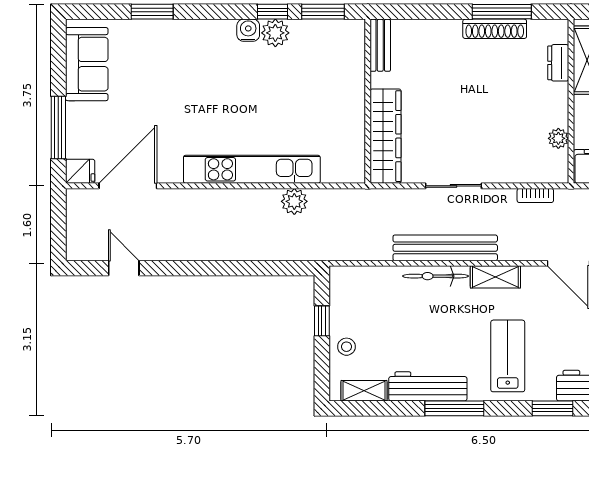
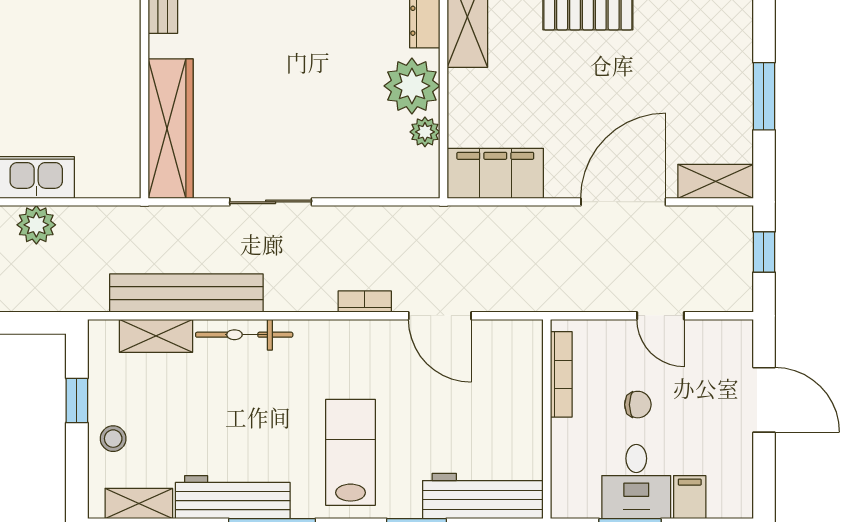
plant: (549, 107) -> (412, 86), added
bookcase: (535, 195) -> (365, 302), moved, turned 180
bench: (445, 248) -> (186, 293), moved
shelving: (495, 277) -> (156, 336), moved

